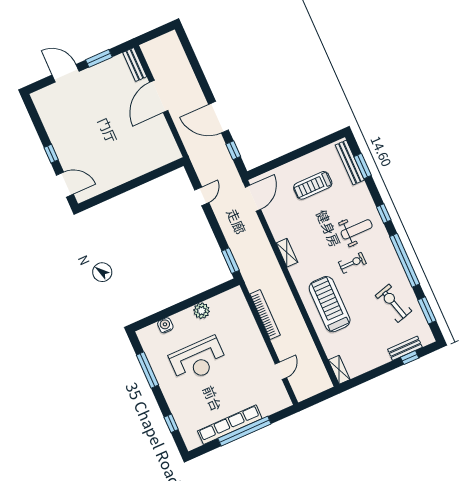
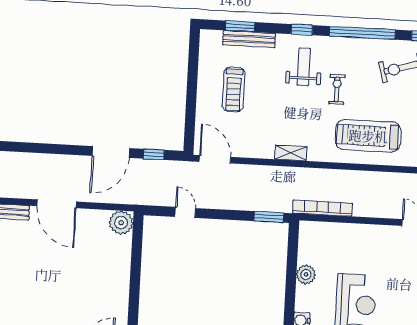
plant: (169, 152) -> (121, 223), added
bench: (350, 163) -> (249, 39), moved
bookcase: (265, 314) -> (322, 208), moved

